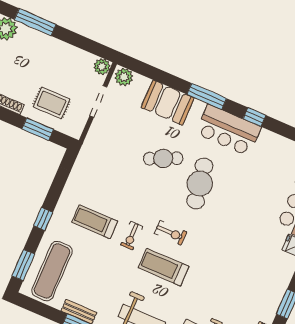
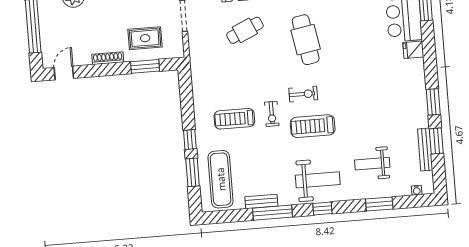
cafe table: (163, 158) -> (245, 30), moved
window: (23, 265) -> (193, 172), moved

